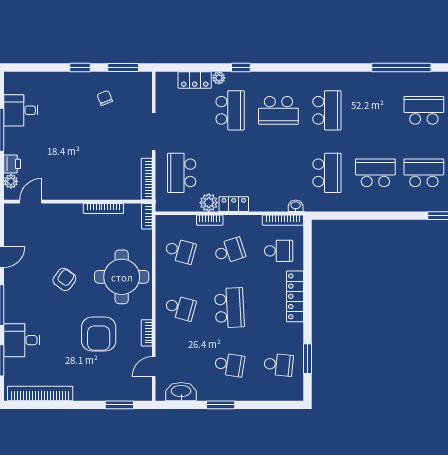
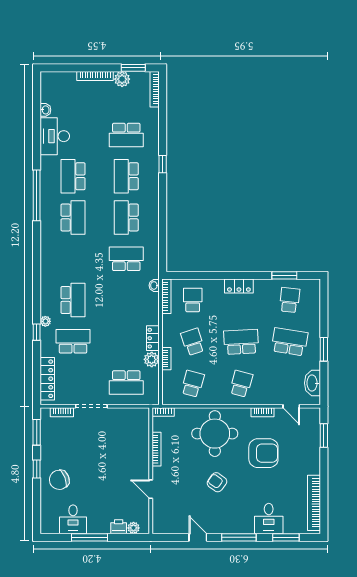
plant: (219, 78) -> (45, 321), moved
locker: (195, 80) -> (47, 379), width x1.53
chair: (105, 98) -> (59, 480), moved, width x1.87, depth x1.87
school desk: (327, 110) -> (73, 218), moved, turned 90
bookcase: (147, 179) -> (62, 412), moved, width x0.64
door: (31, 202) -> (151, 489), moved
locker: (295, 296) -> (239, 286), width x0.66
school desk: (229, 365) -> (290, 342), width x1.85

